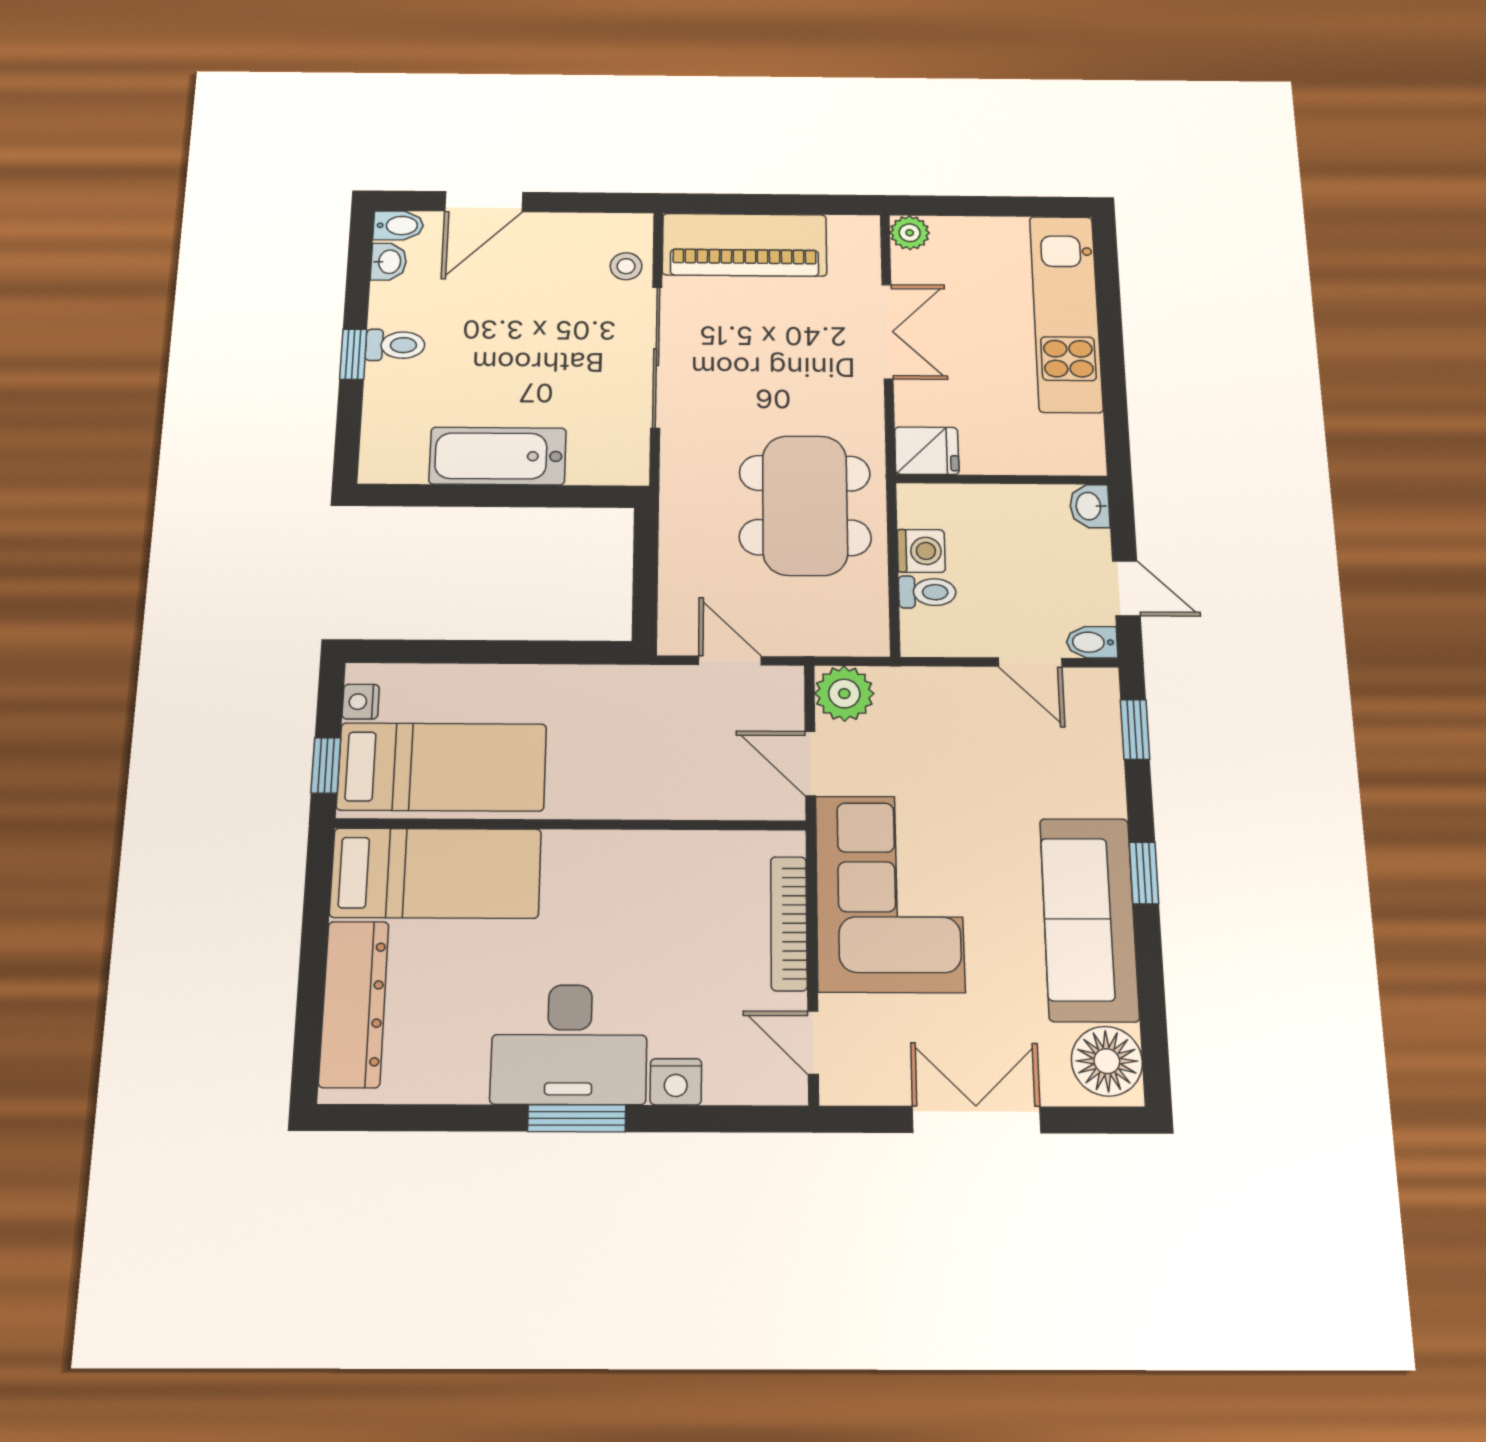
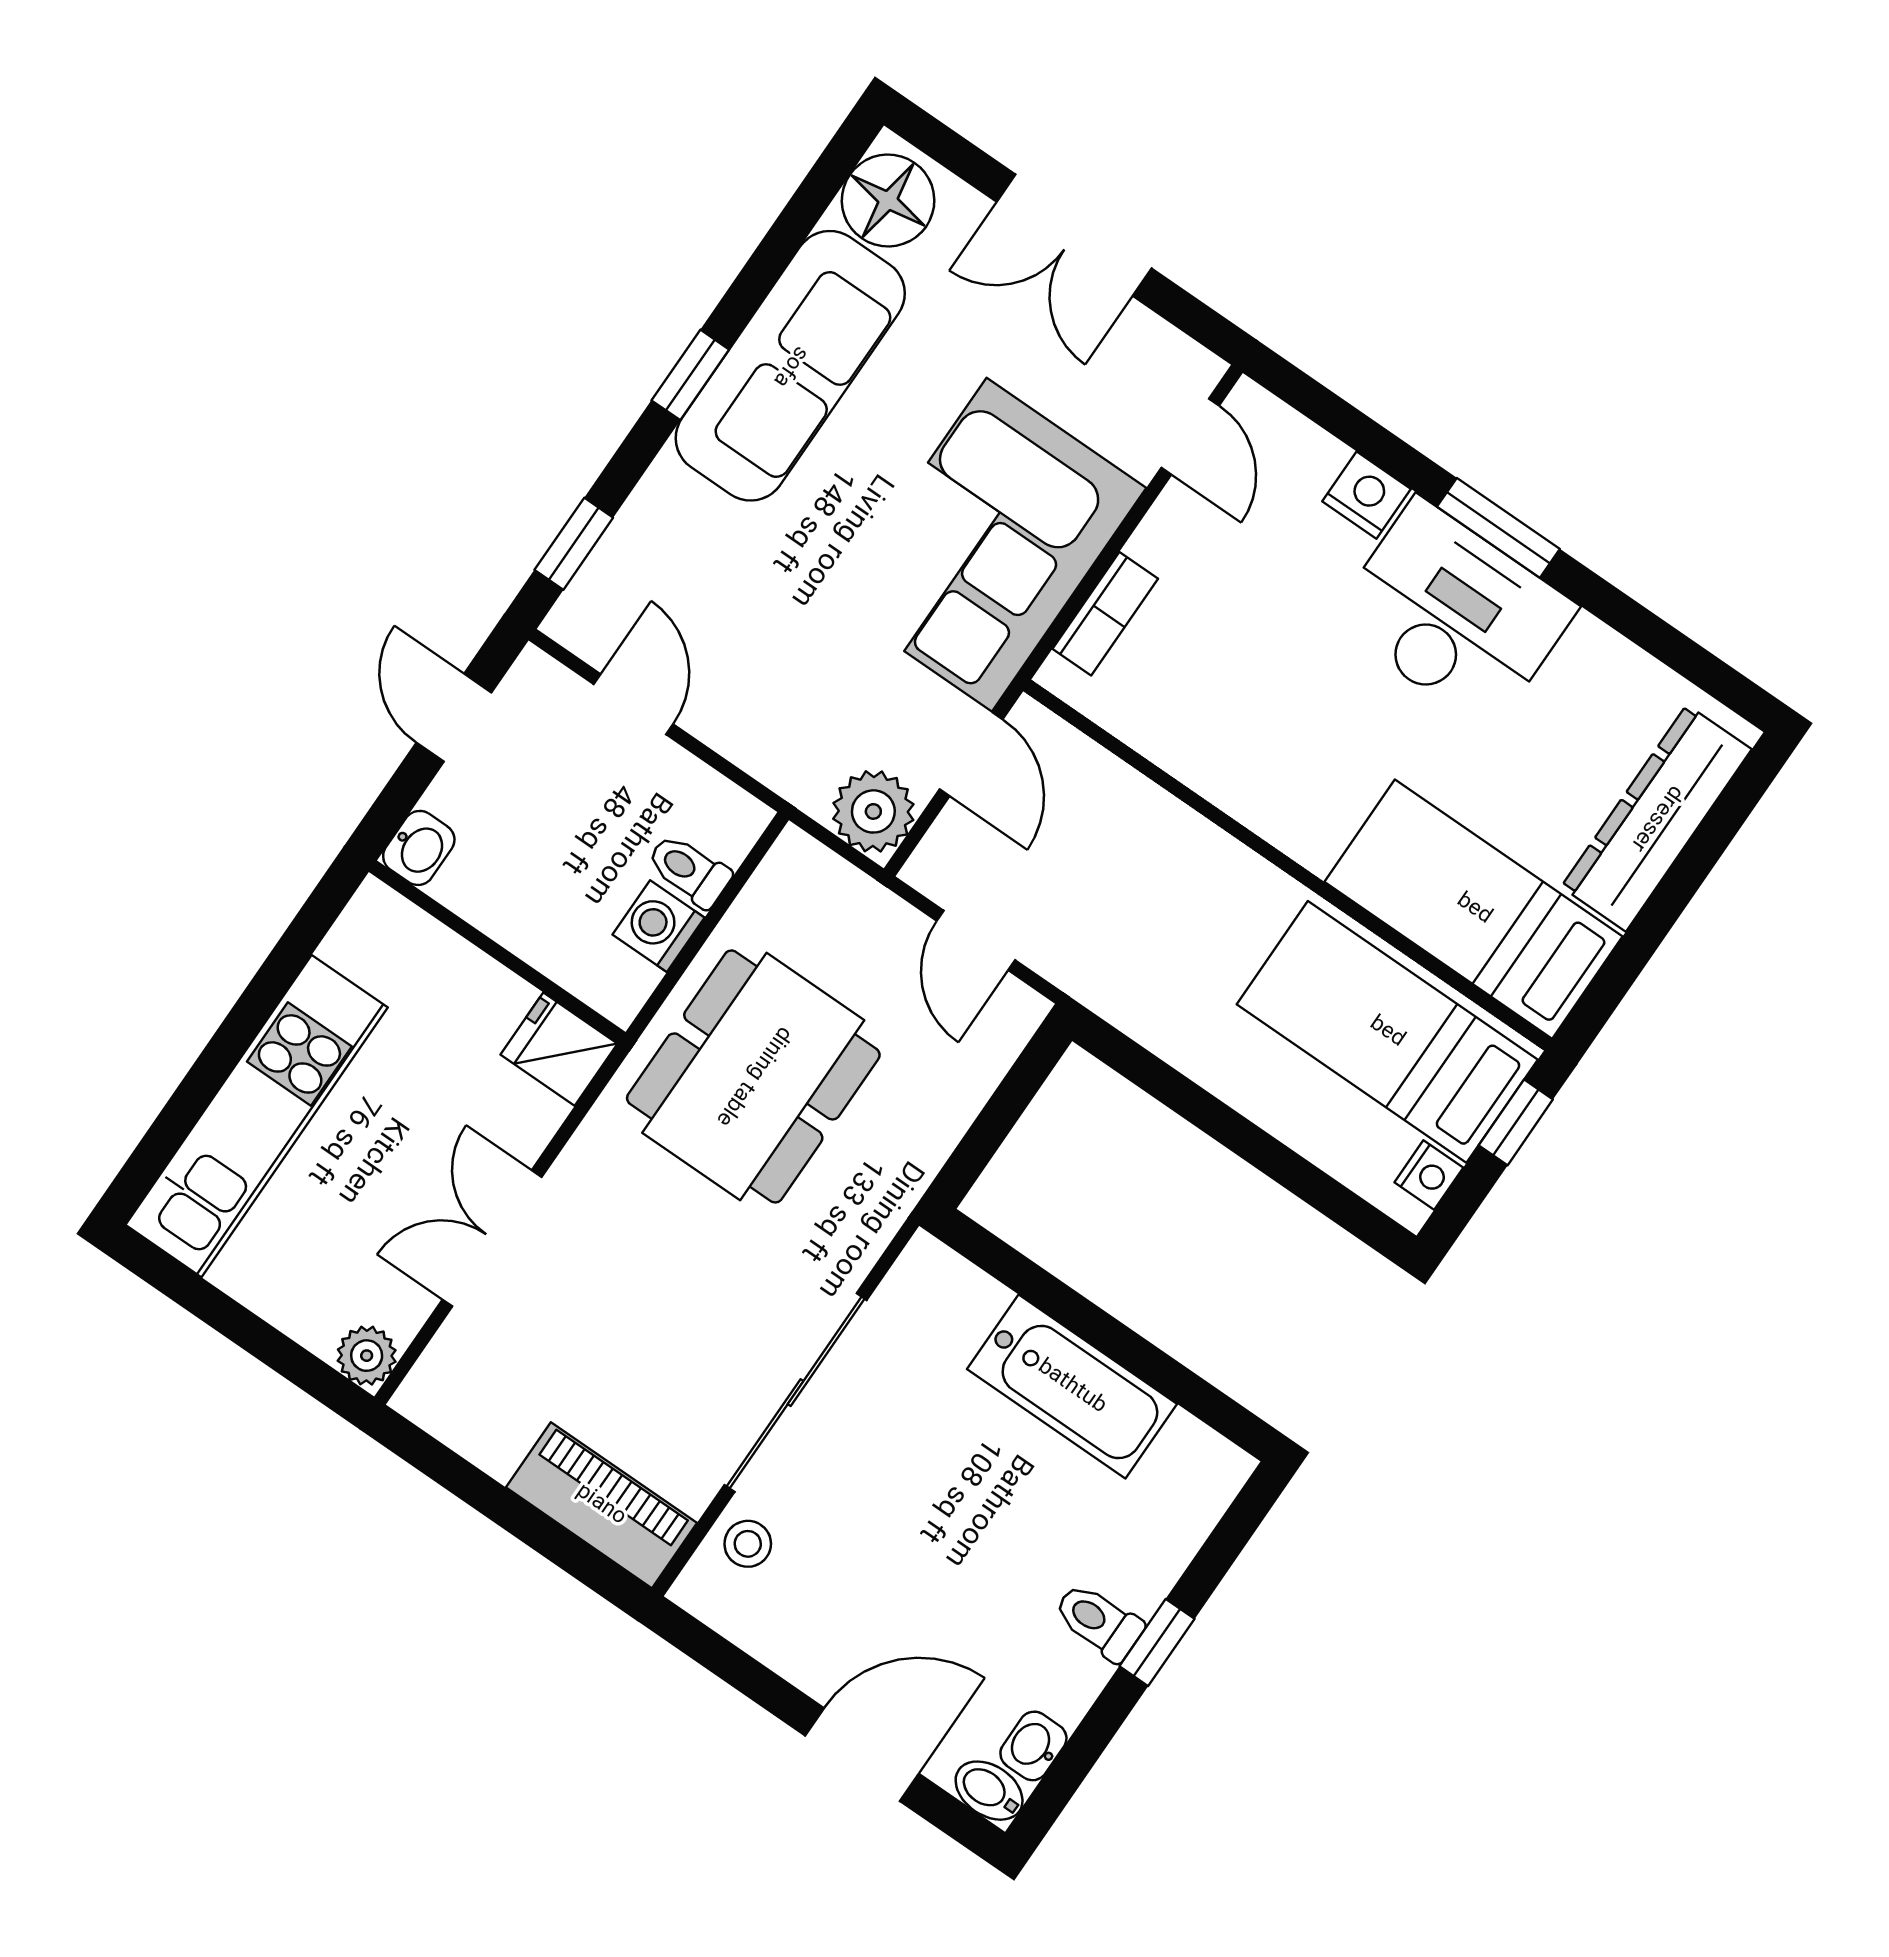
piano: (744, 245) -> (601, 1505), width x0.73, depth x0.75
bidet: (1092, 642) -> (544, 680), removed
bookcase: (789, 923) -> (1105, 614), width x0.64

